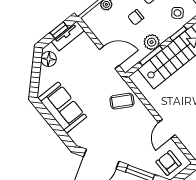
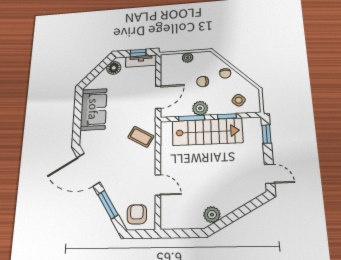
door: (109, 57) -> (158, 97), hinge flipped
door: (167, 129) -> (158, 185), swing flipped

